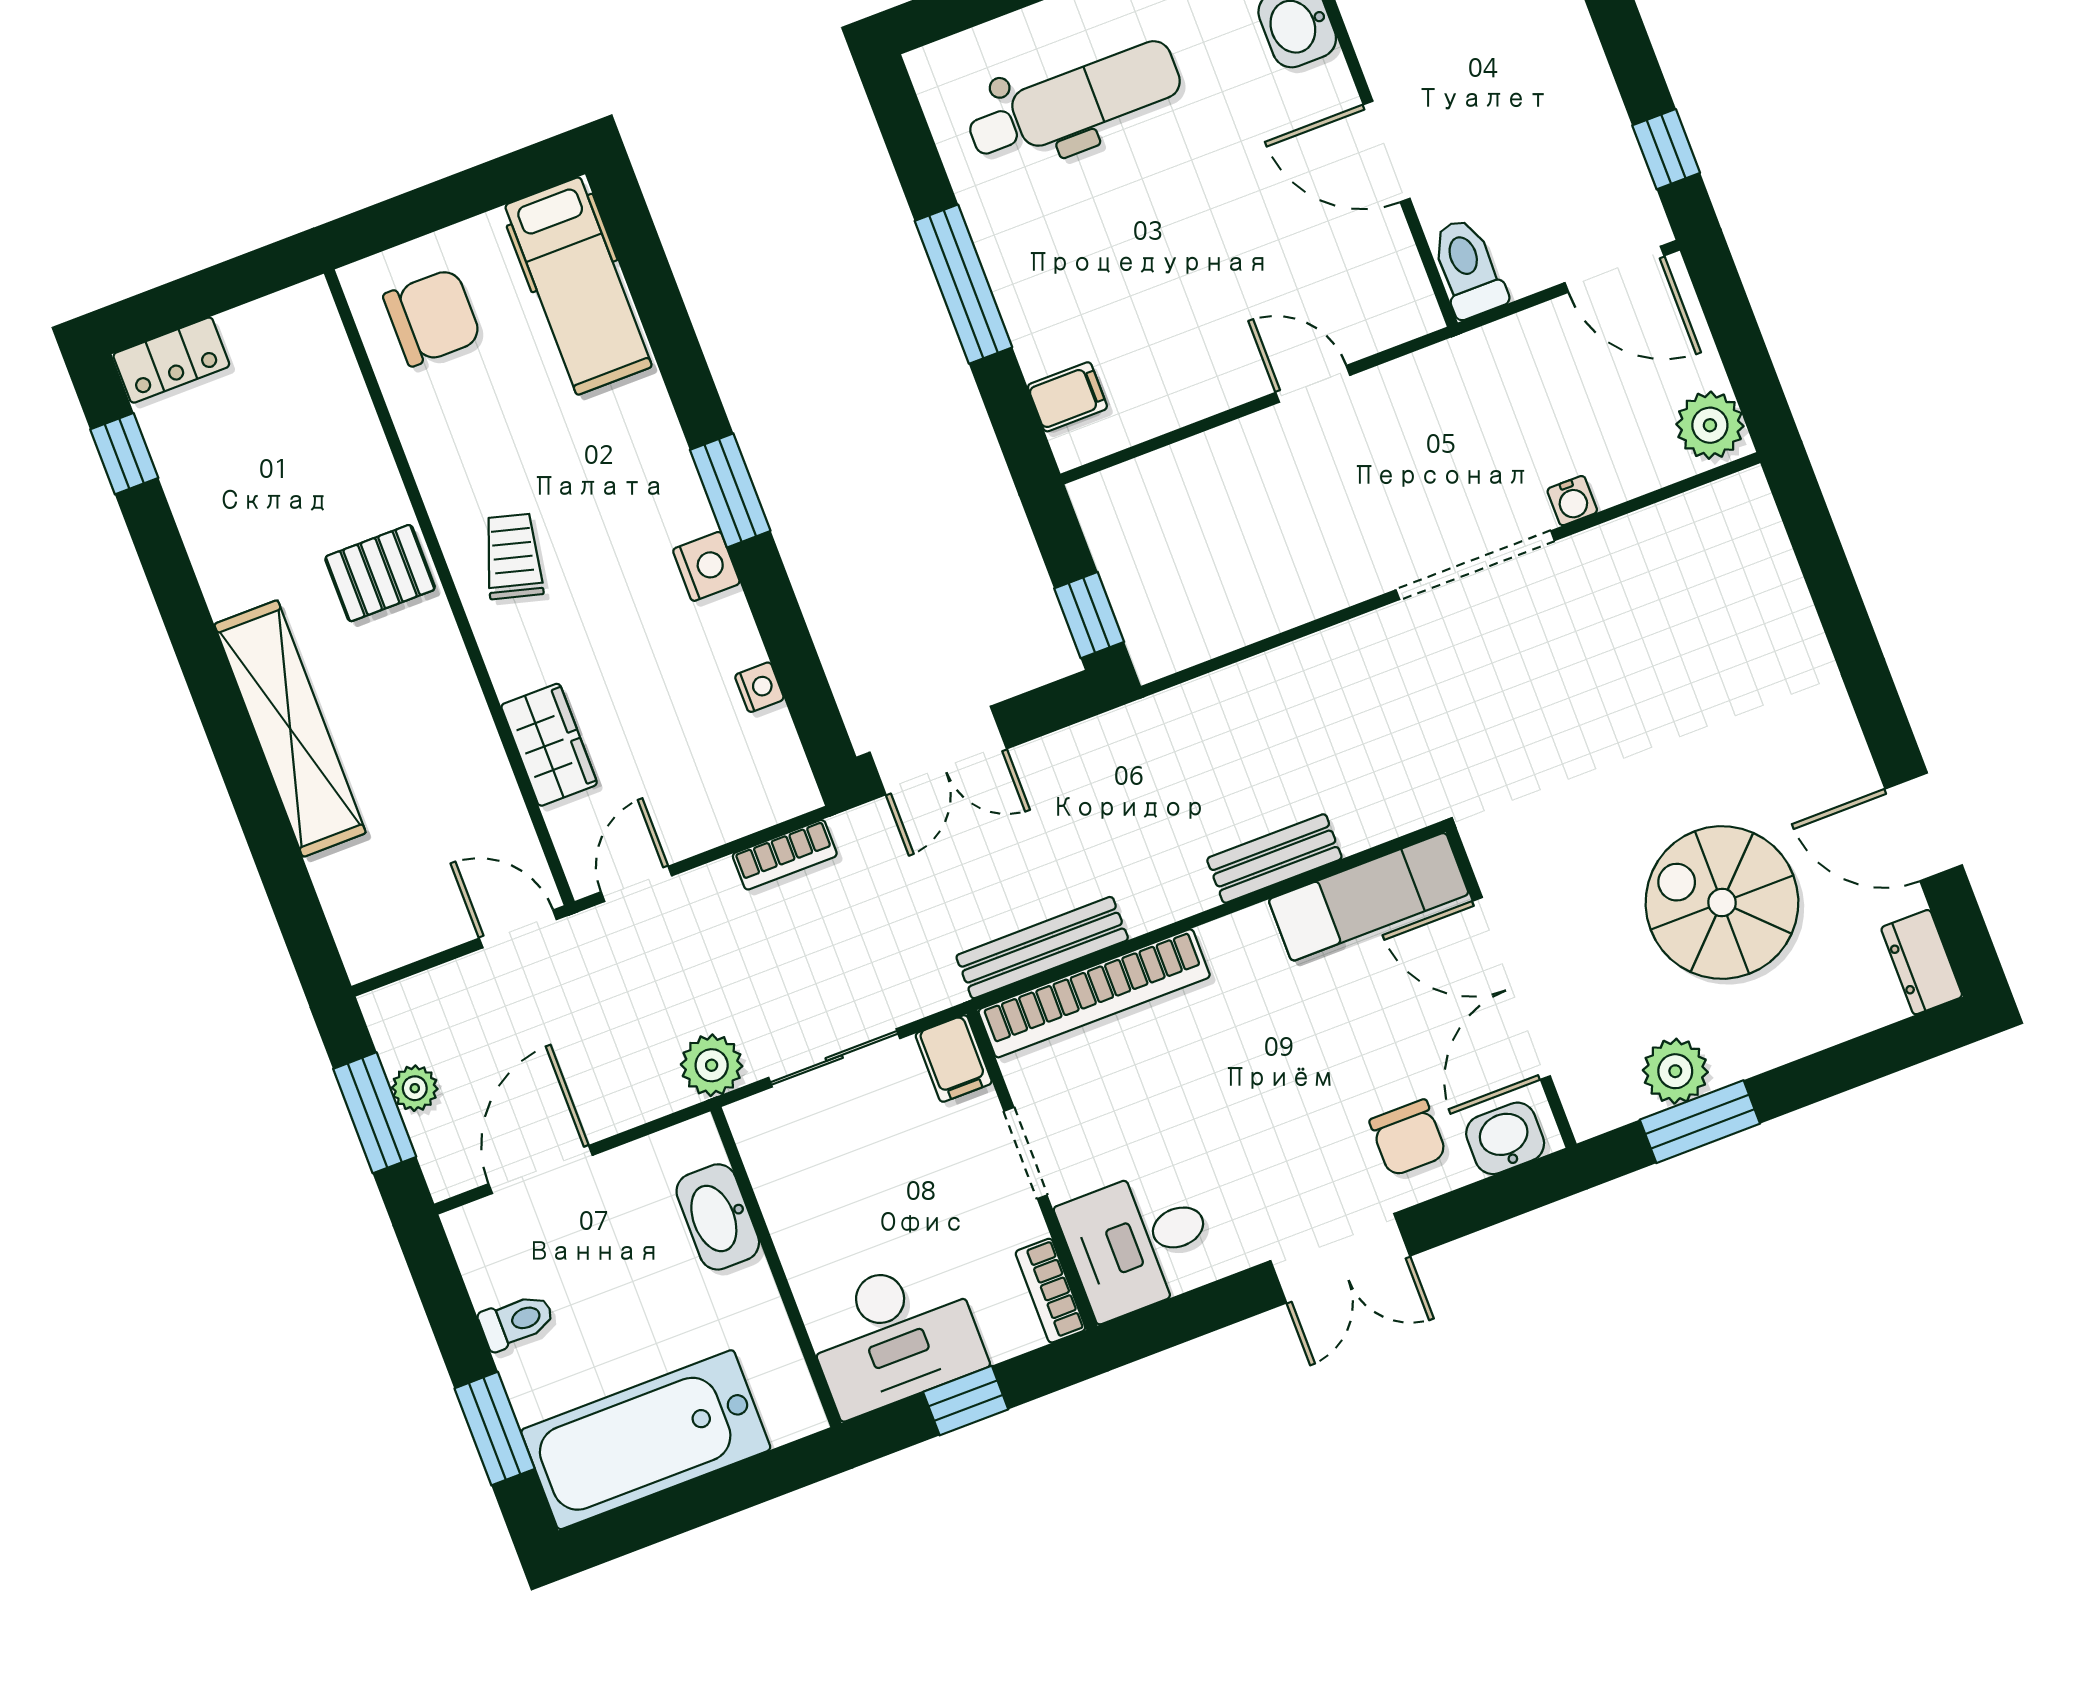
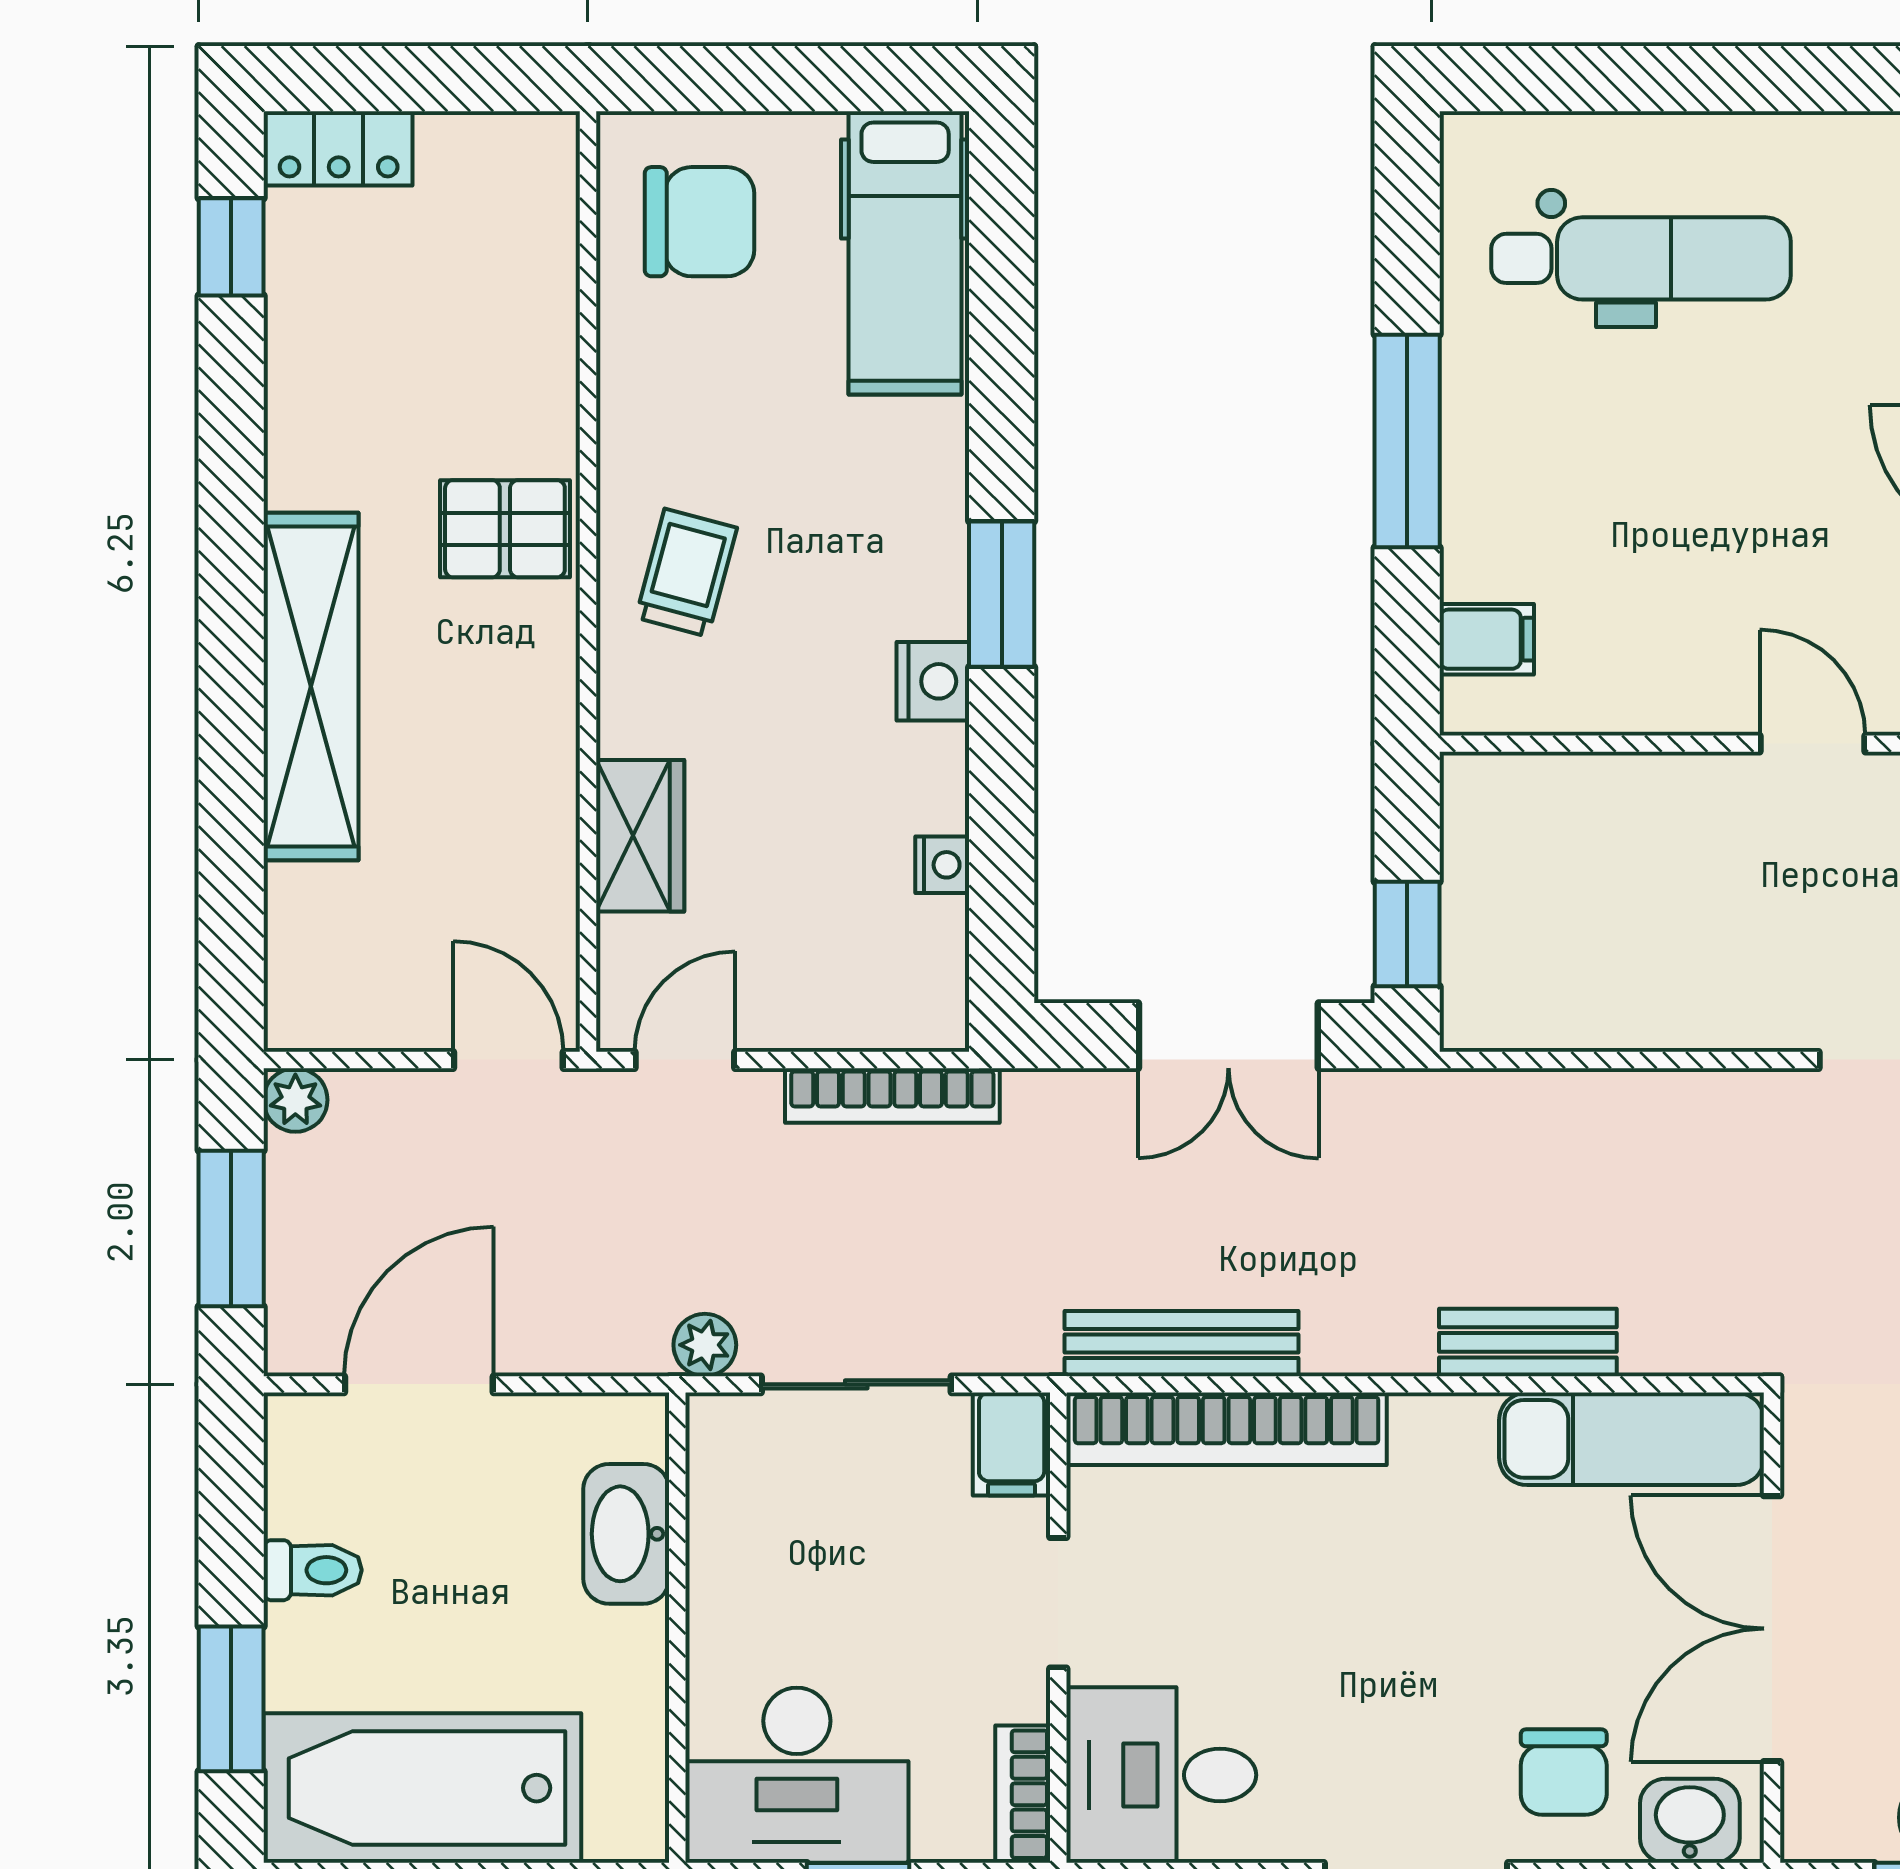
double door: (938, 750) -> (1228, 1036), moved
bookcase: (785, 855) -> (892, 1096), width x1.56
plant: (712, 1065) -> (705, 1345), width x0.73, depth x0.73
plant: (415, 1088) -> (295, 1100), moved

